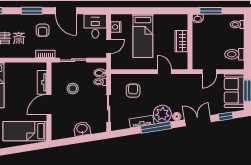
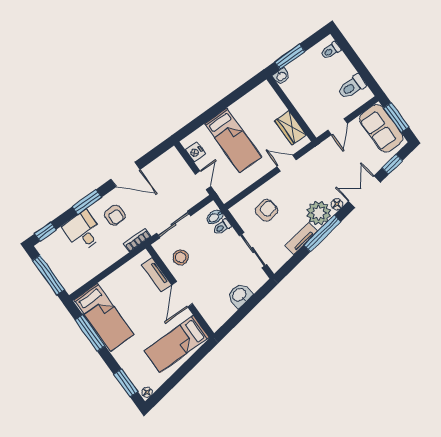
desk: (95, 26) -> (83, 231), moved
wardrobe: (181, 41) -> (290, 128), moved
stool: (73, 89) -> (181, 257), moved
armchair: (133, 91) -> (266, 210), turned 79

